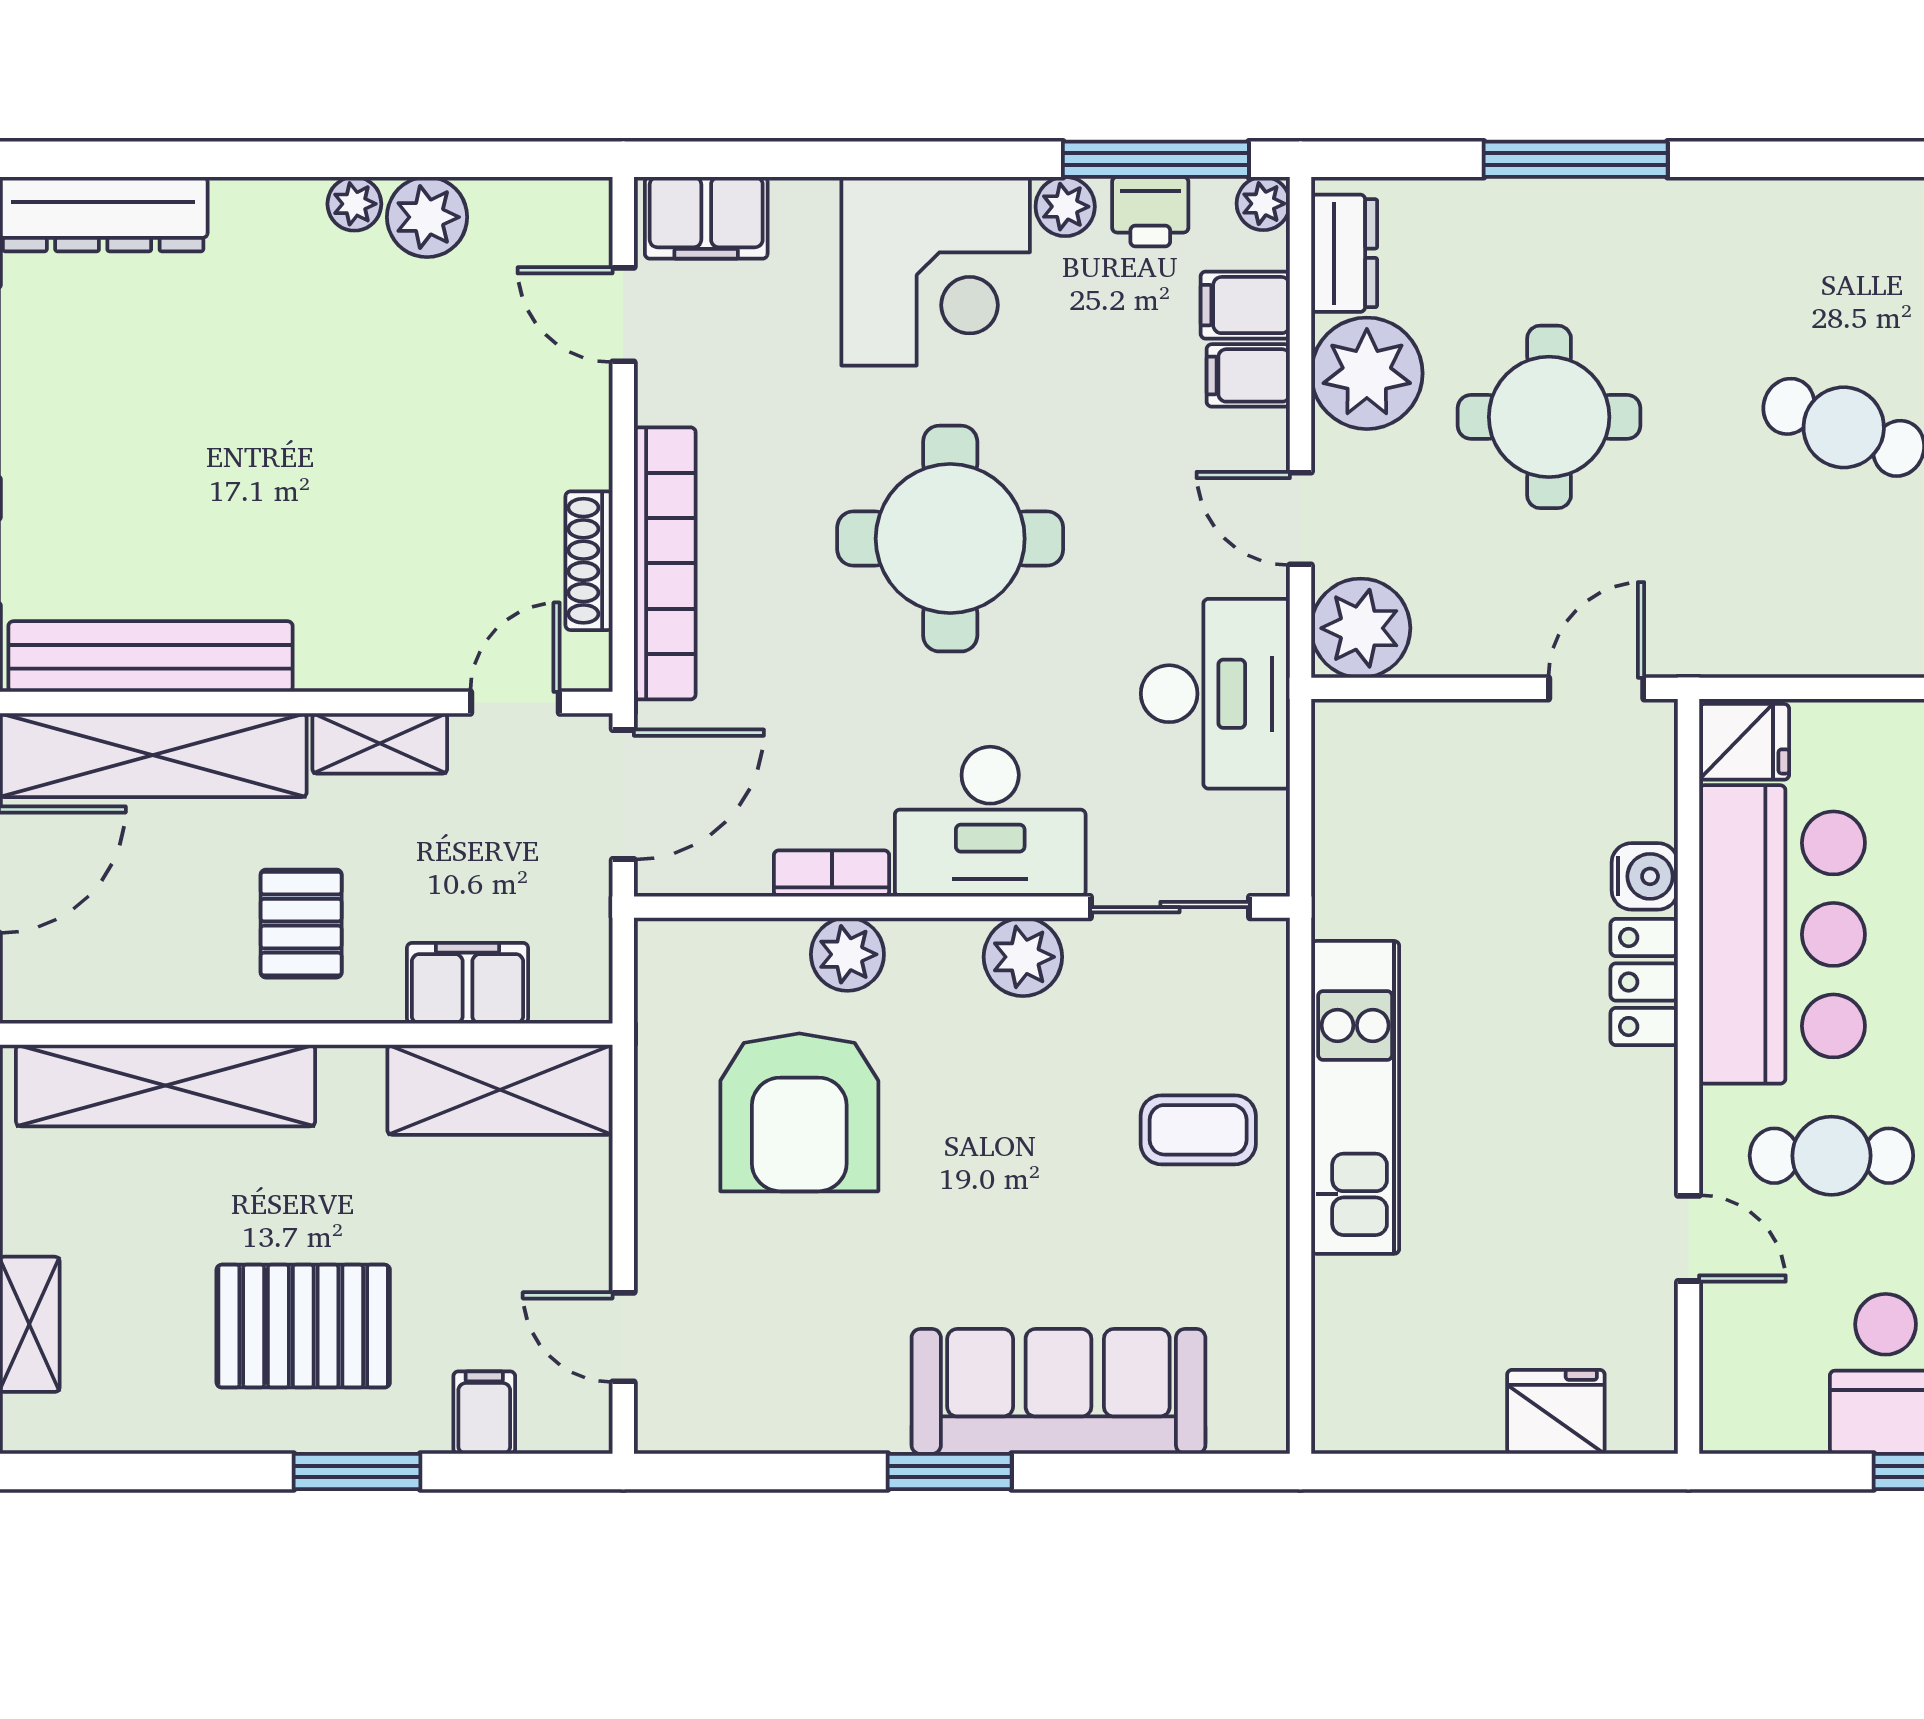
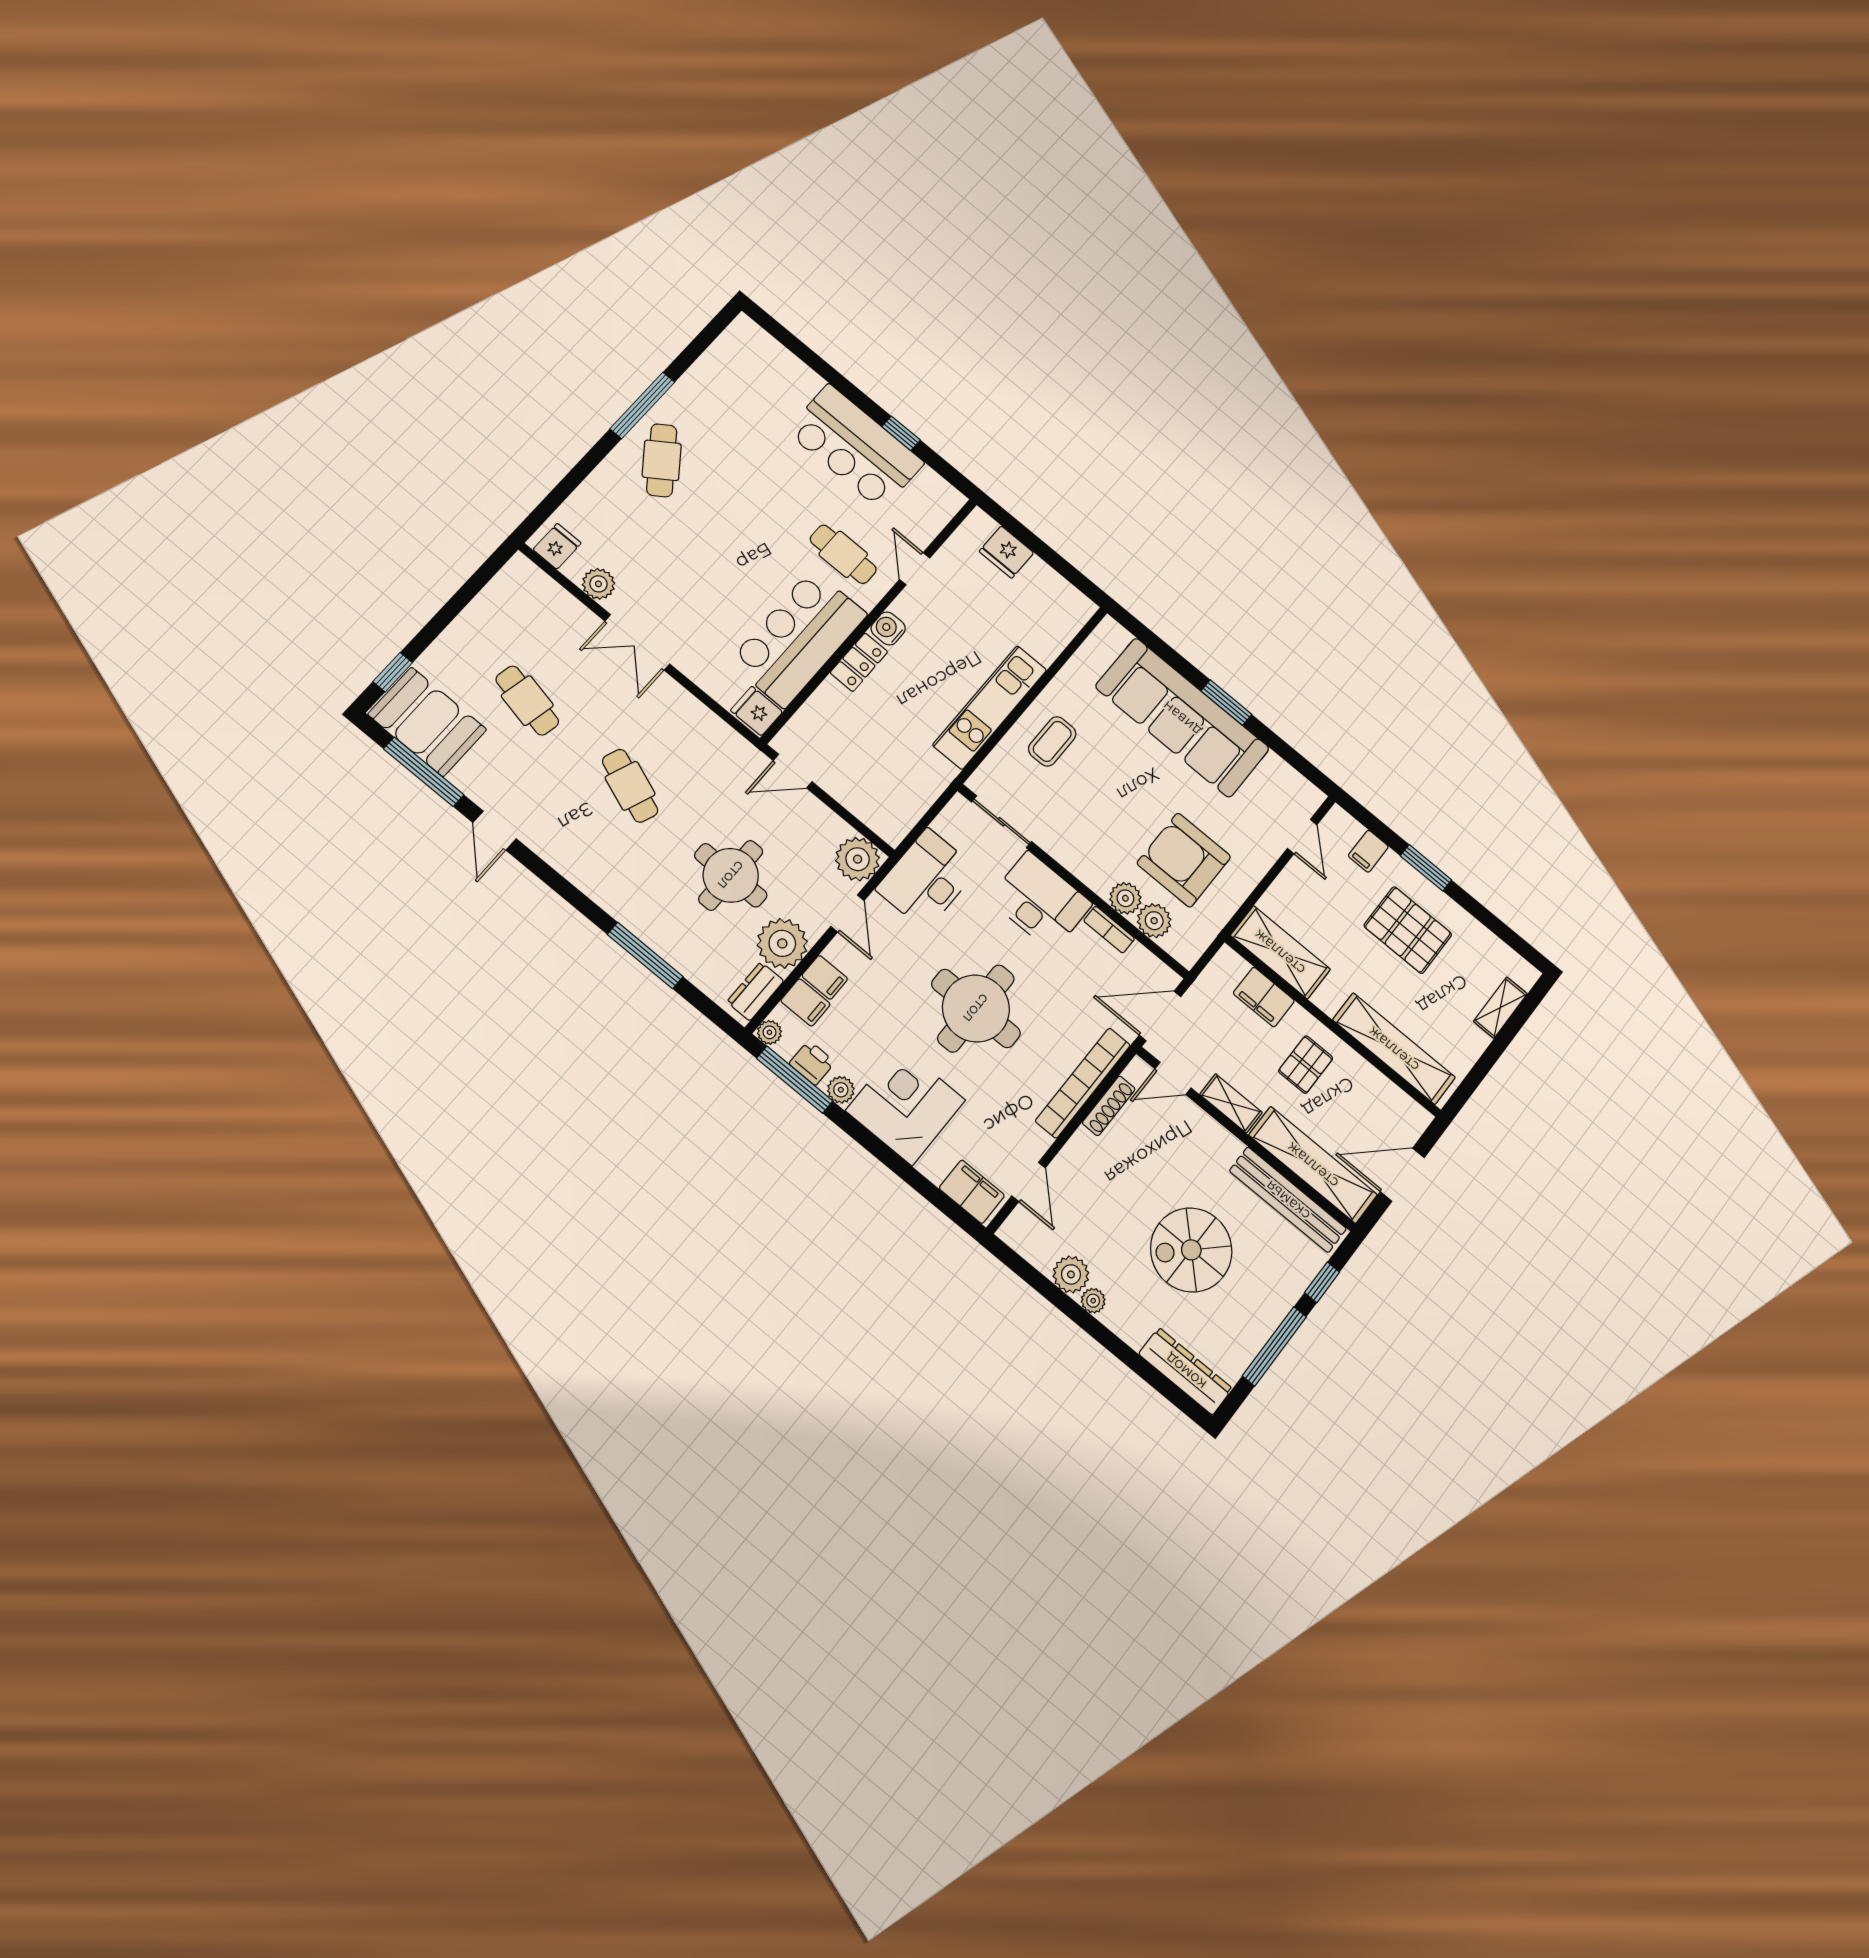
spiral stairs: (253, 429) -> (1191, 1250), added
water cooler: (1645, 876) -> (888, 628), moved
plant: (1023, 957) -> (1154, 921), moved
armchair: (799, 1112) -> (1184, 860), turned -90
coffee table: (1198, 1130) -> (1052, 741), turned 90
sofa: (1058, 1391) -> (1182, 718), width x1.36, depth x1.27

